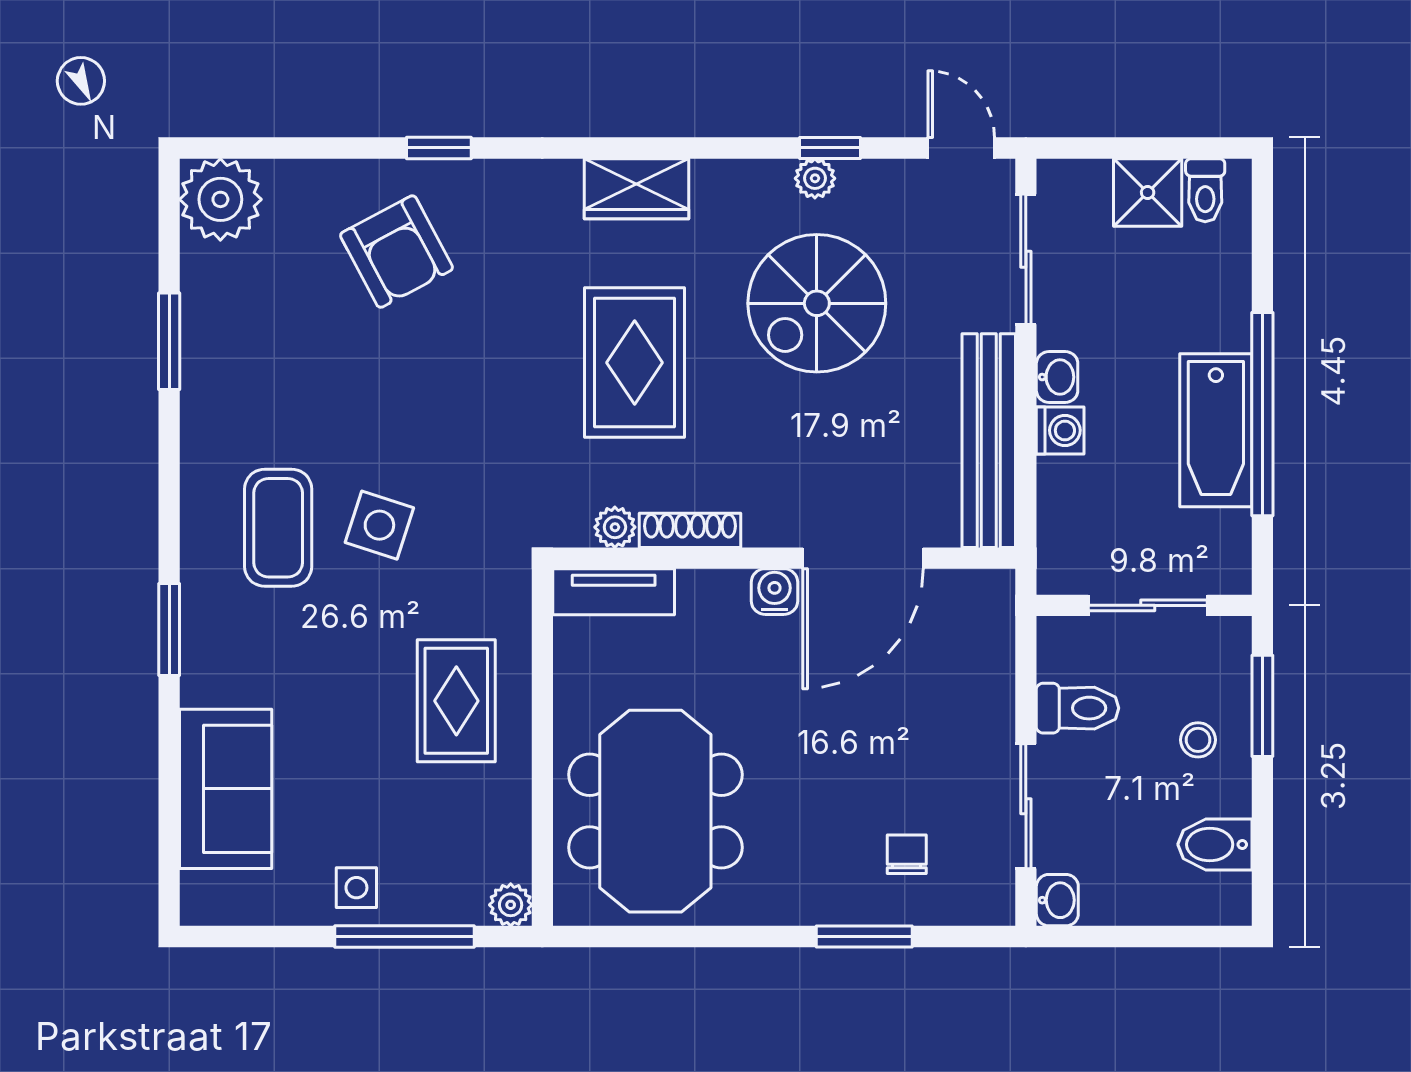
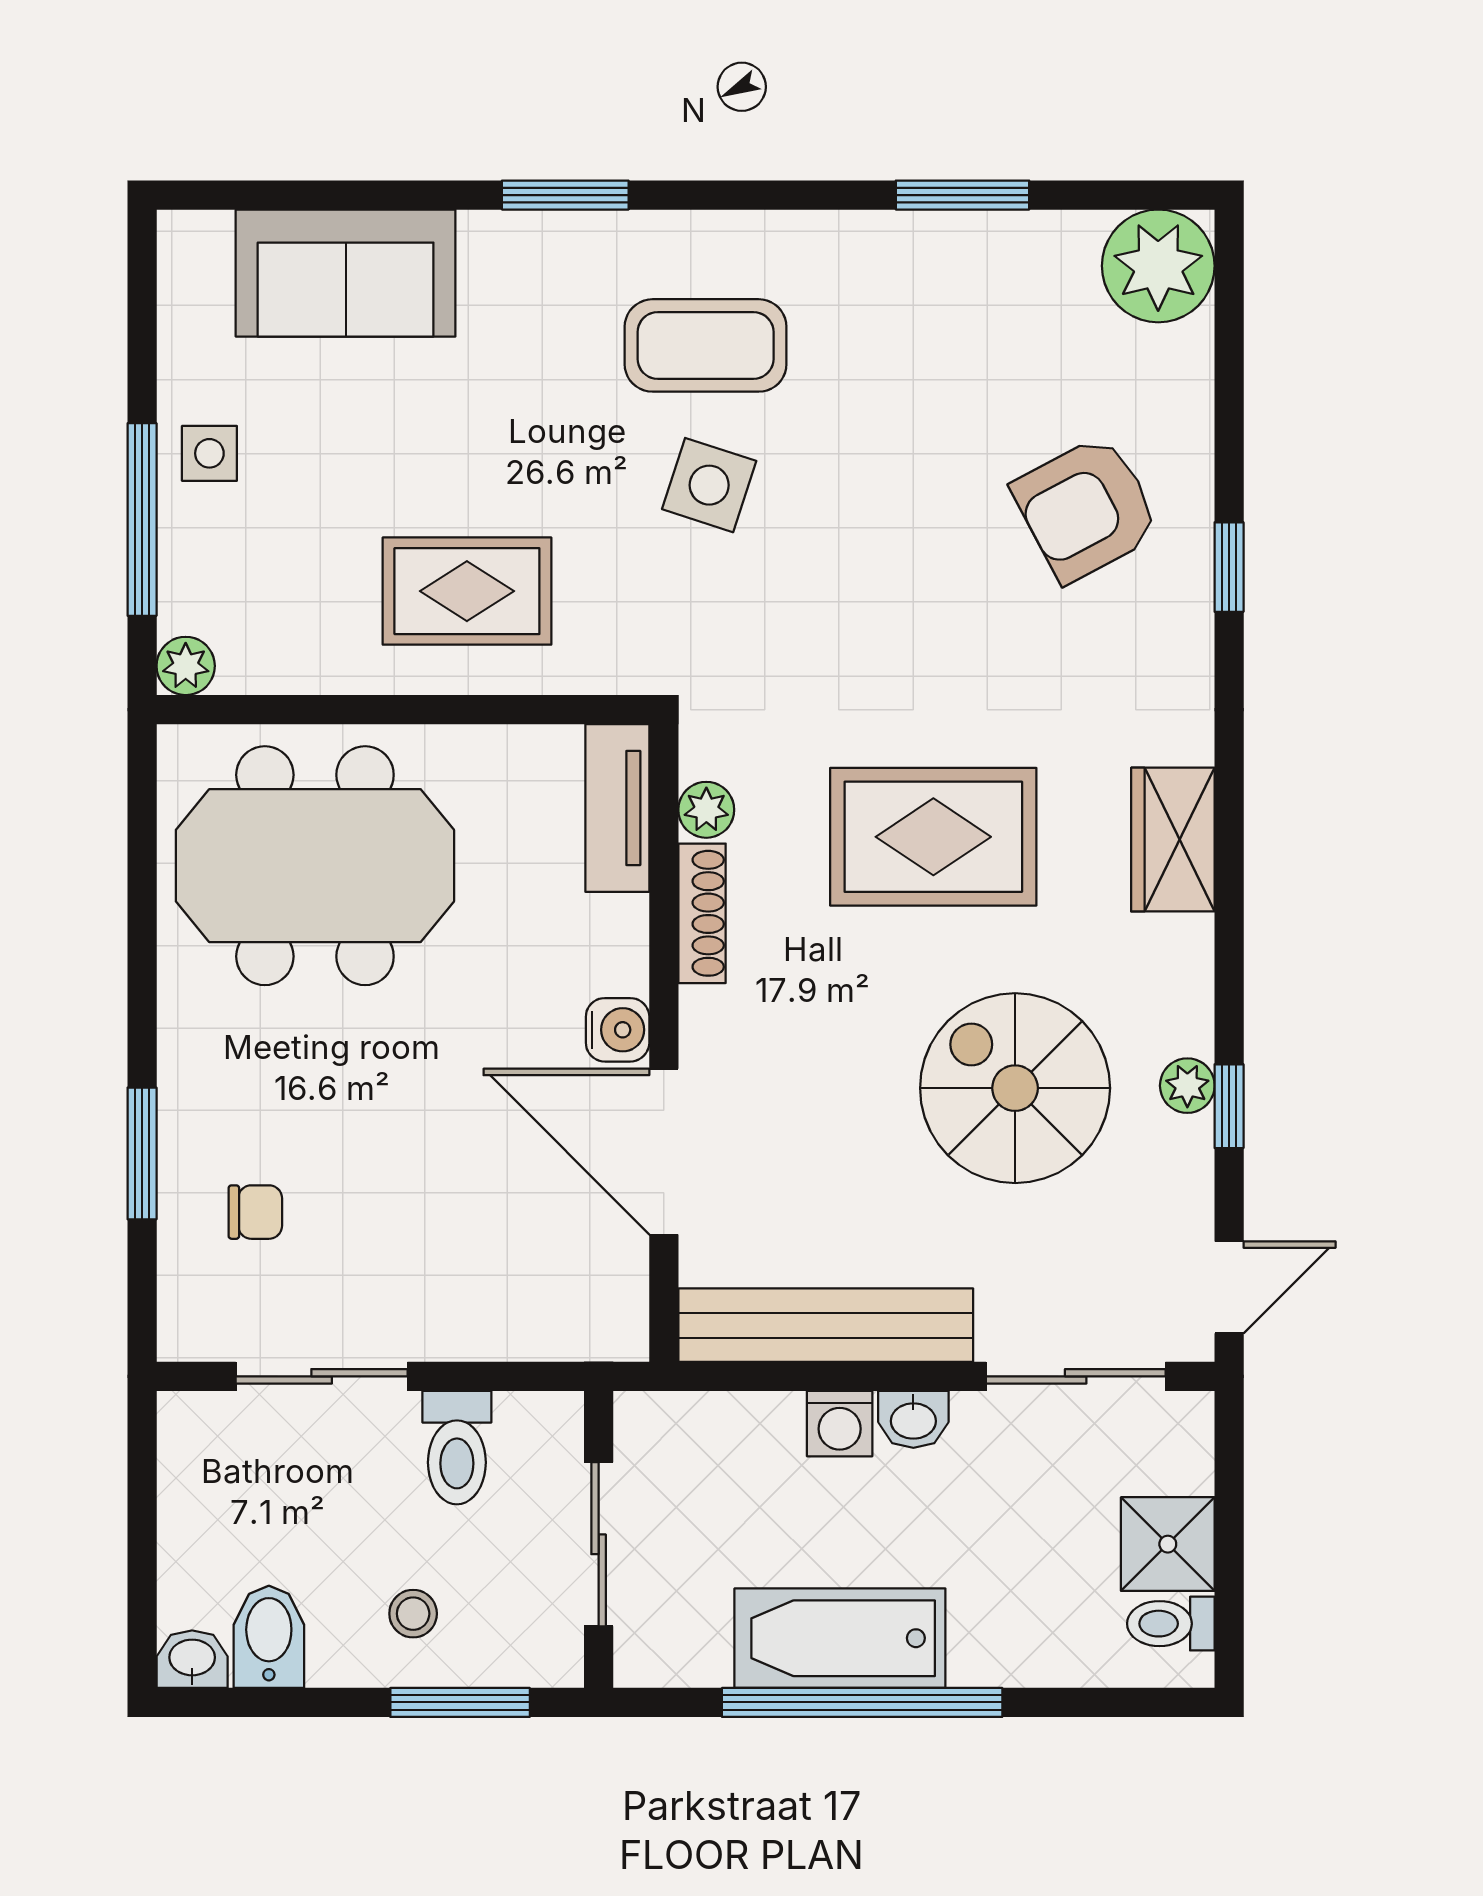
washbasin: (1057, 900) -> (192, 1659), moved, turned 180

